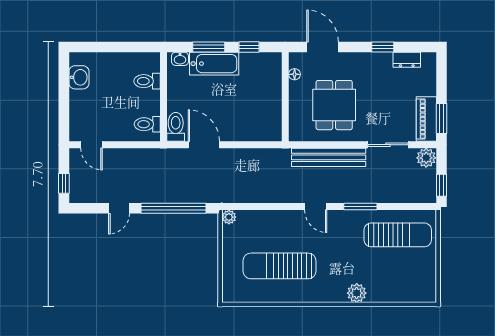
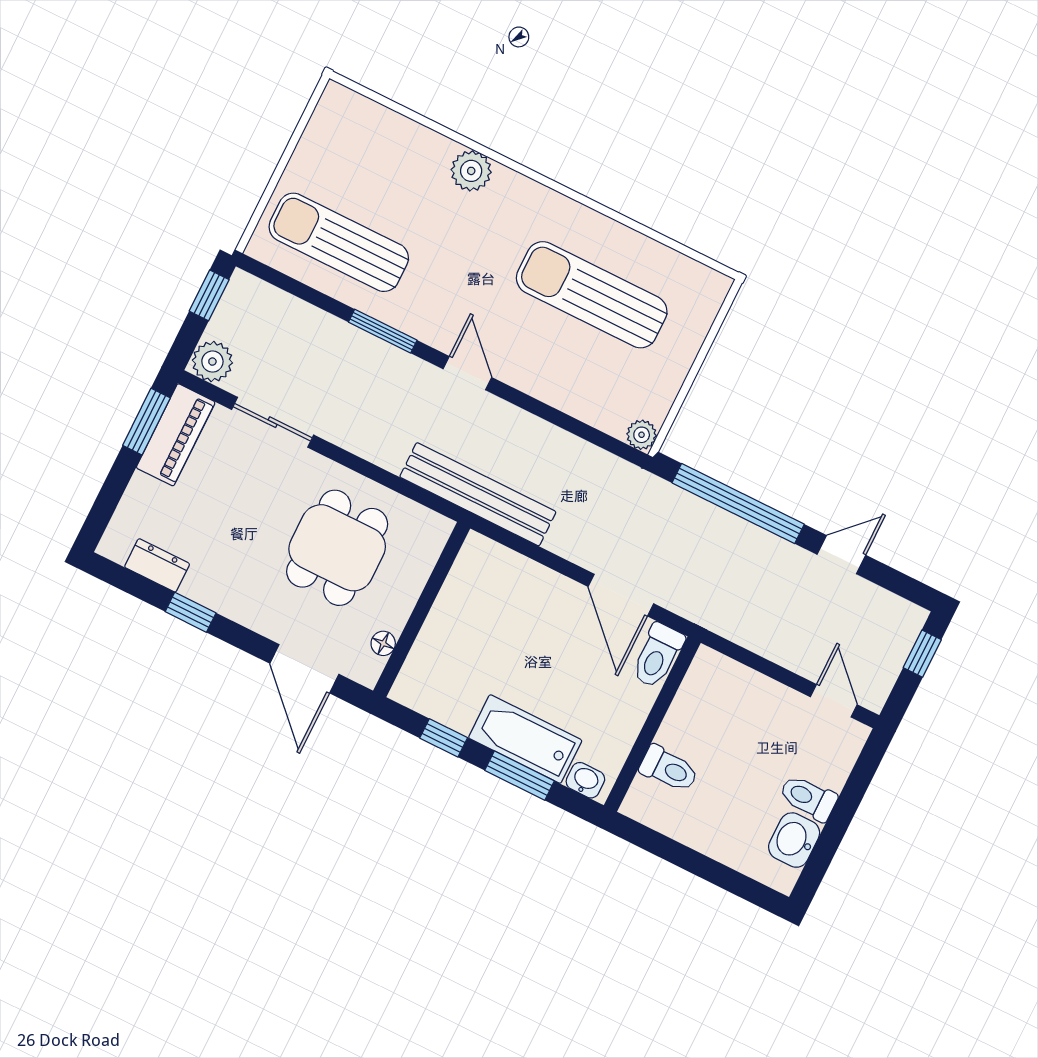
toilet: (147, 124) -> (808, 798), moved, turned 180
bench: (329, 157) -> (478, 494), moved
sun lounger: (279, 266) -> (592, 295), turned 180

